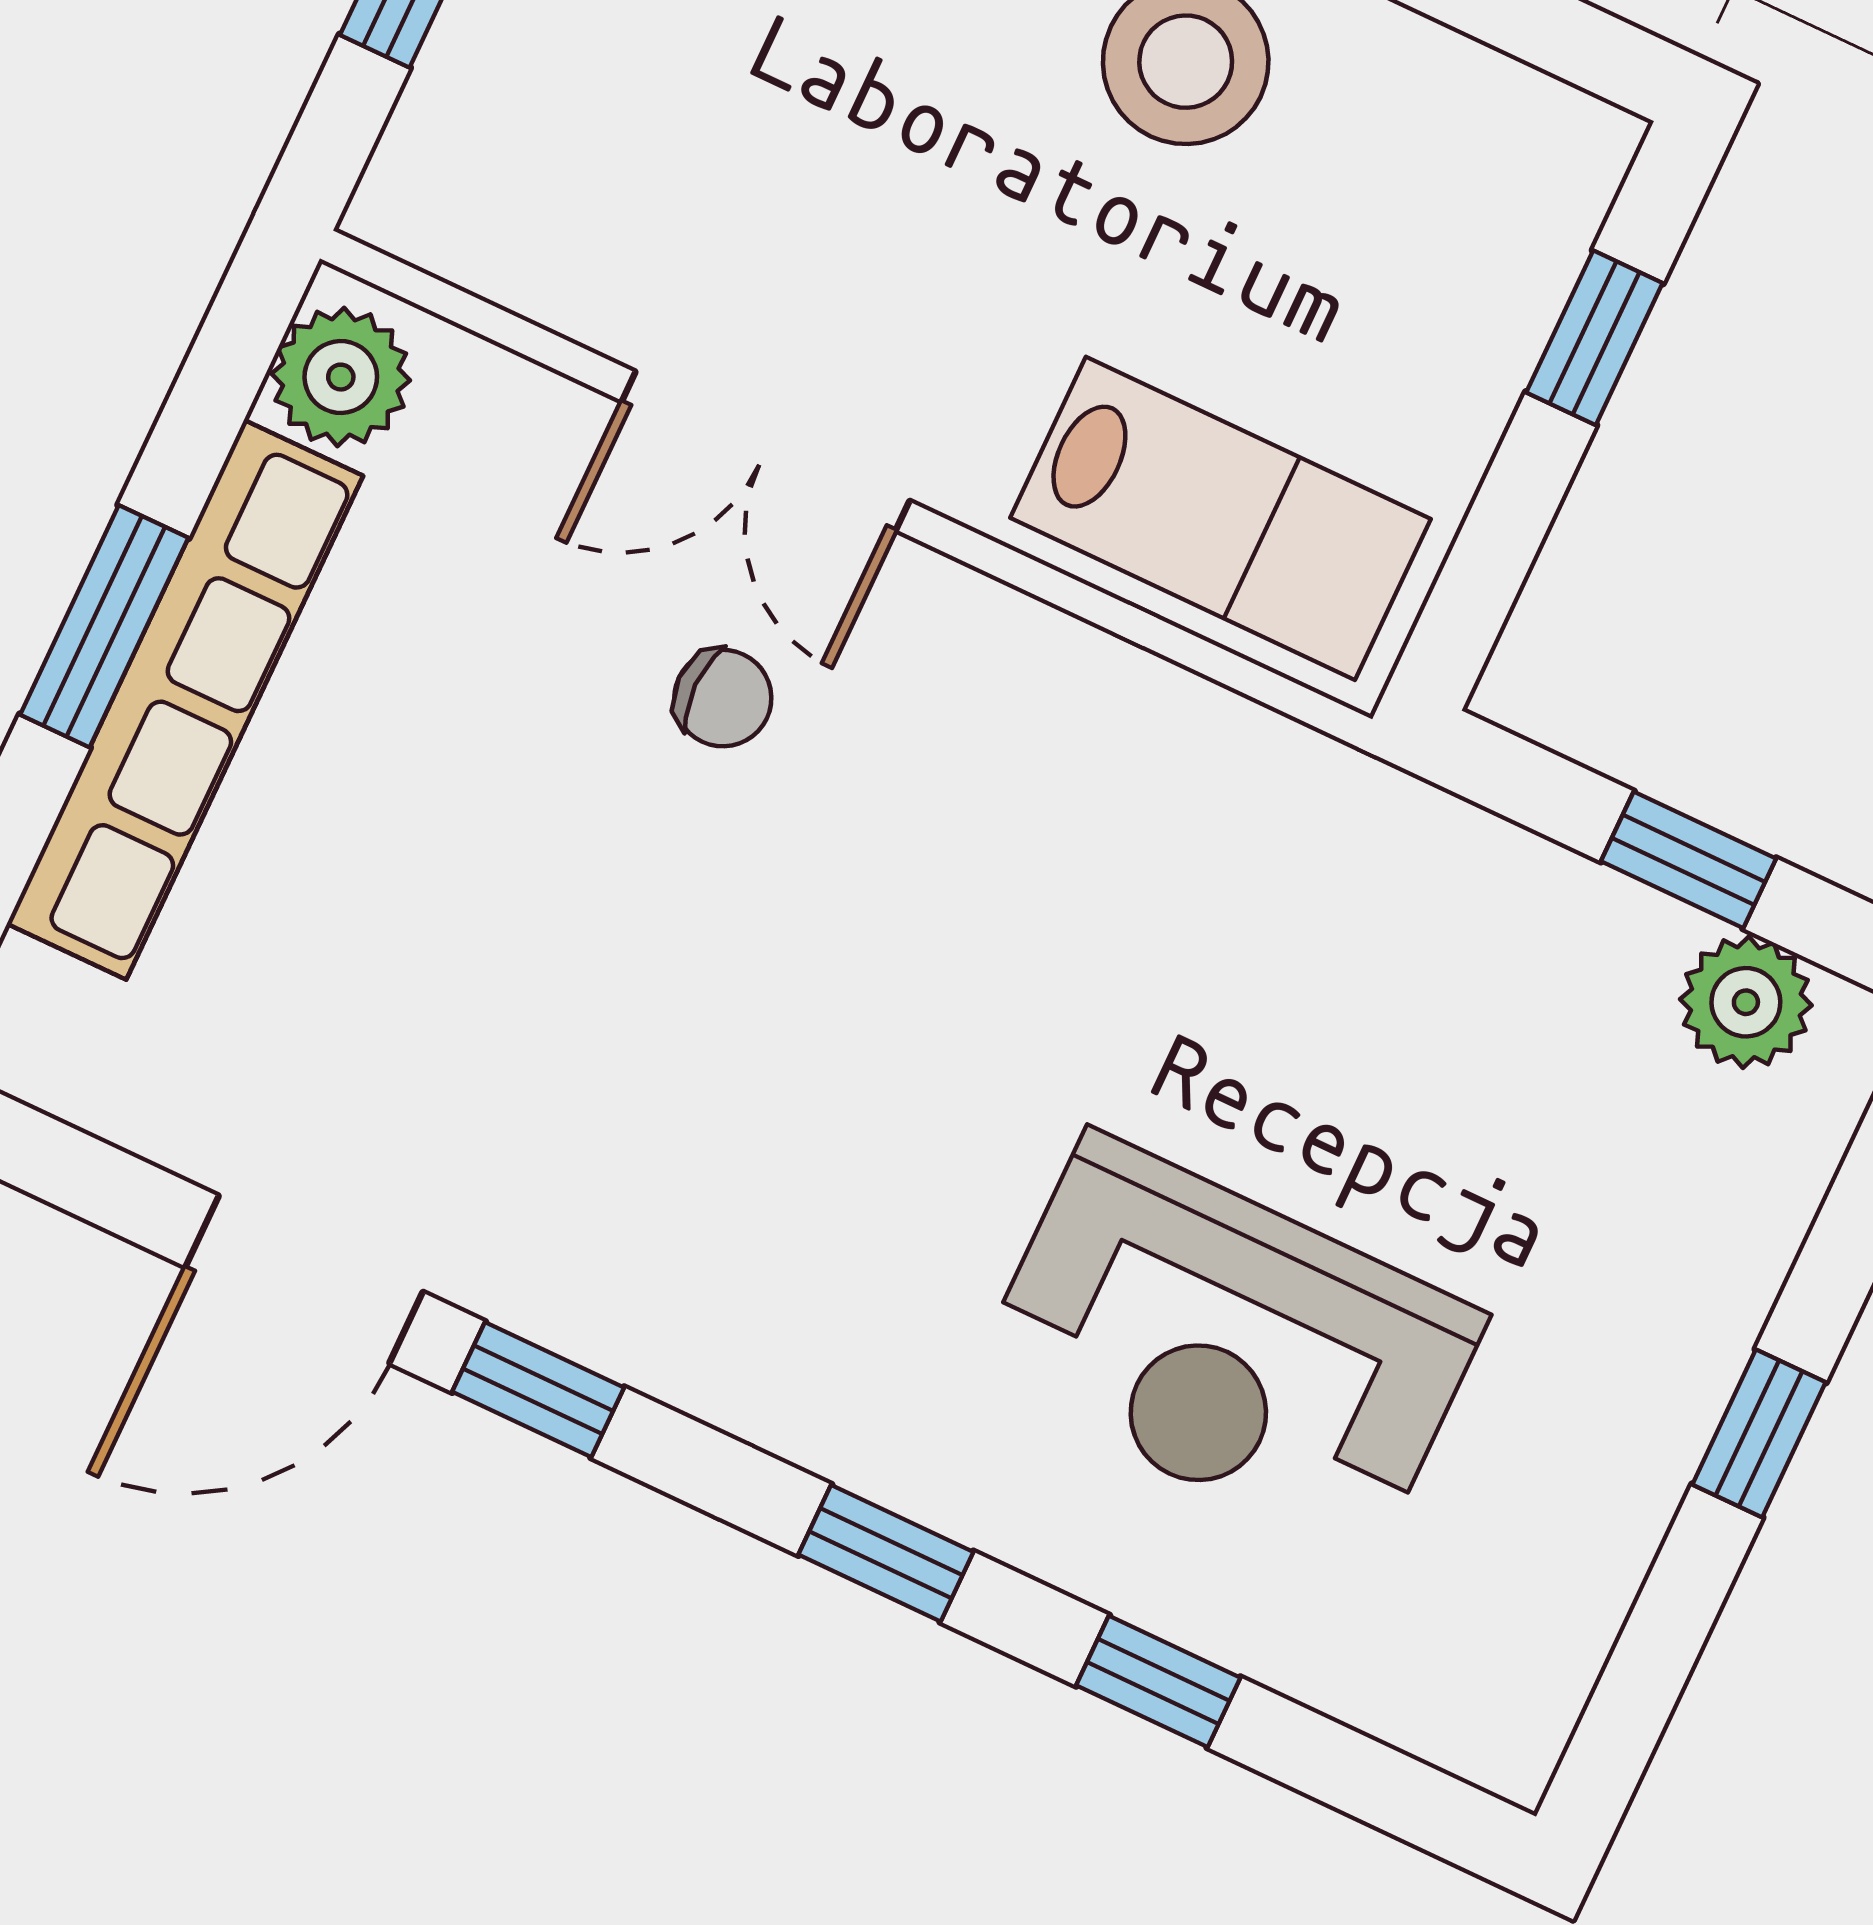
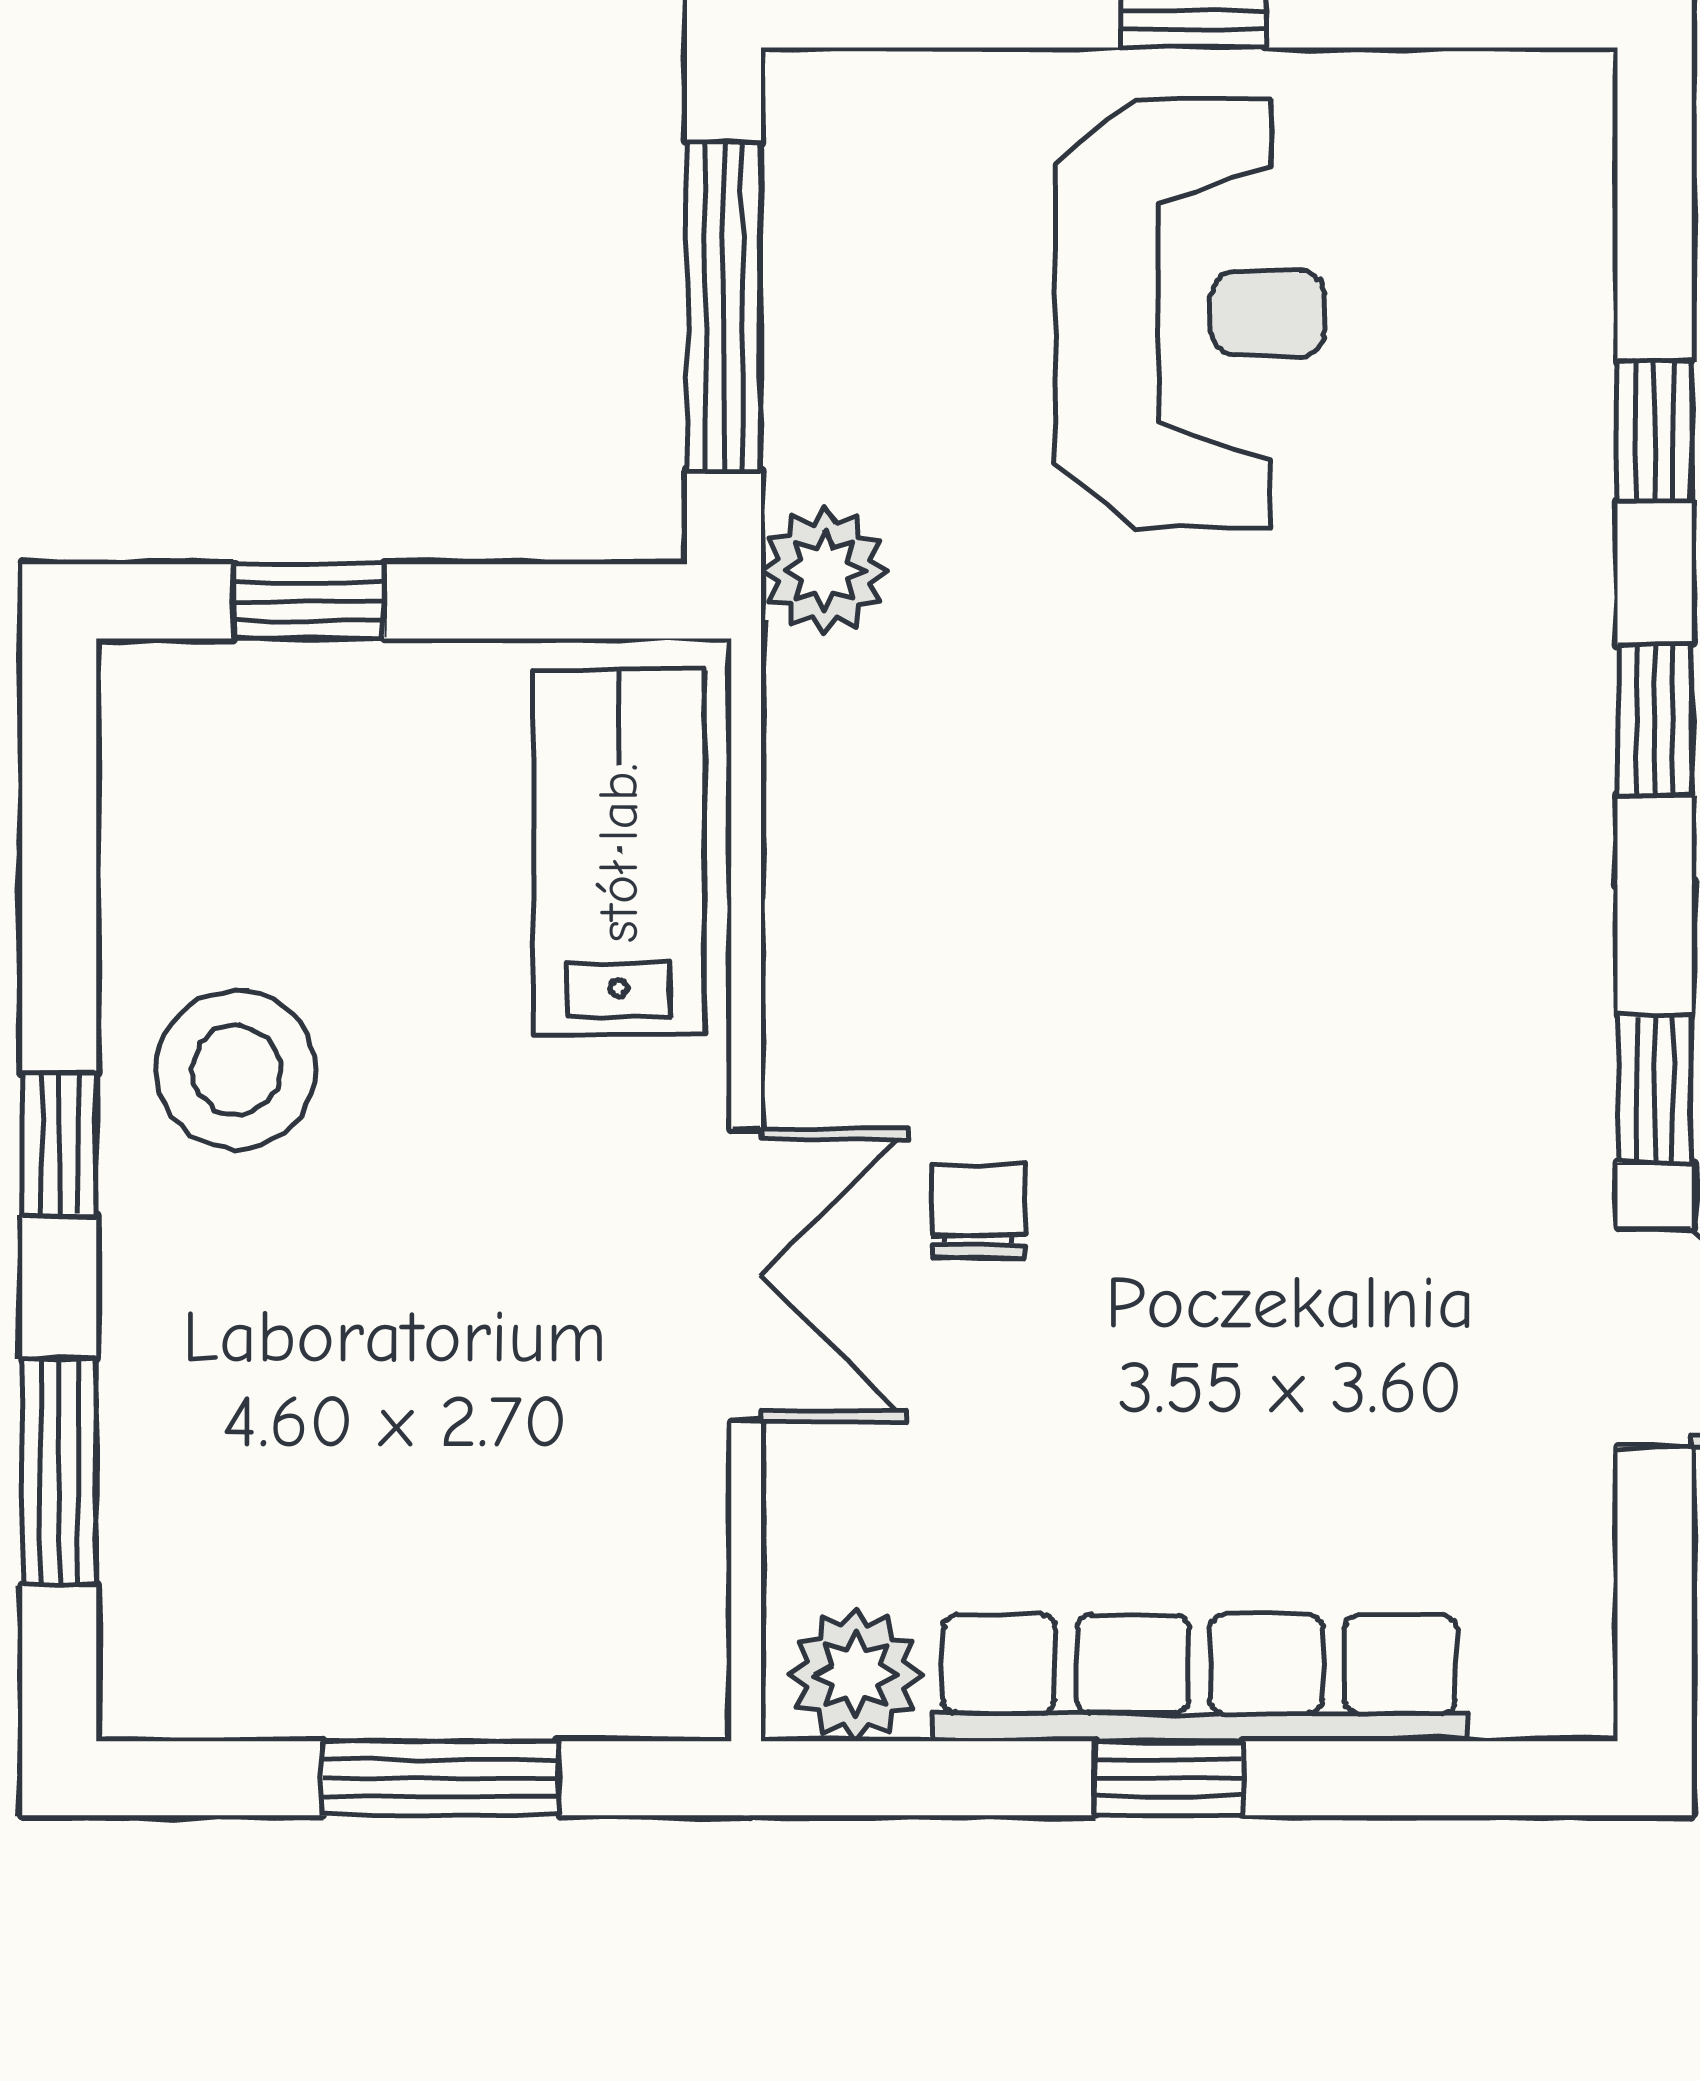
window: (104, 626) -> (1169, 1778), width x0.67
window: (1689, 860) -> (724, 306), width x2.17
plant: (1746, 1002) -> (824, 571), moved
reception desk: (1229, 1347) -> (1190, 313), moved

